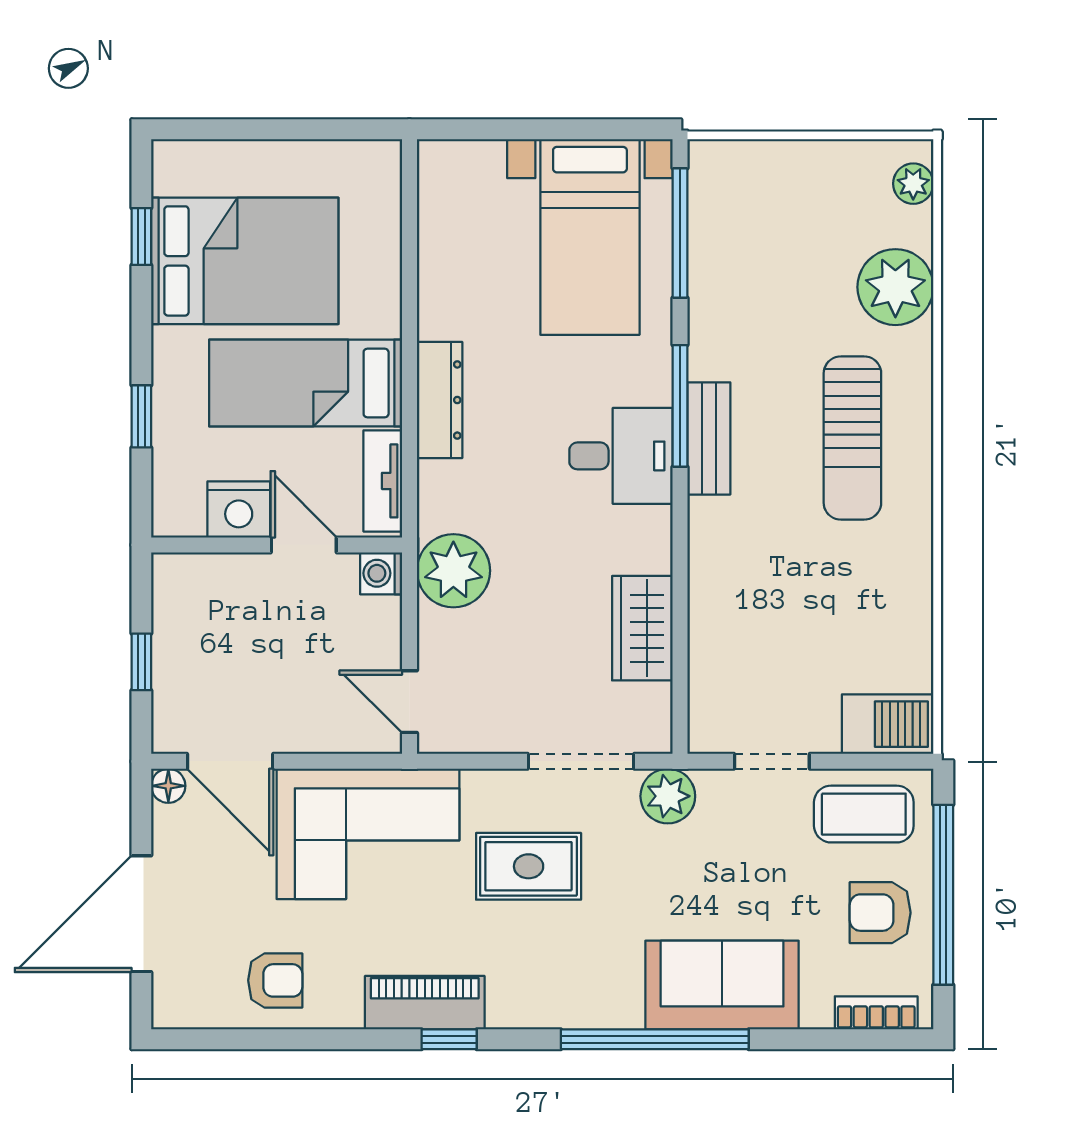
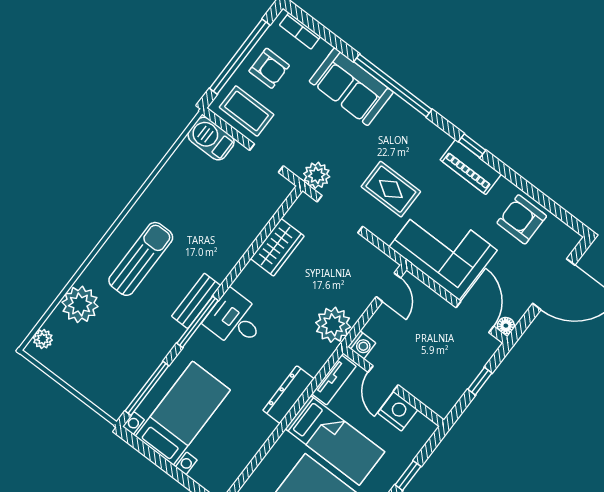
armchair: (275, 980) -> (522, 219), width x1.38, depth x1.38

